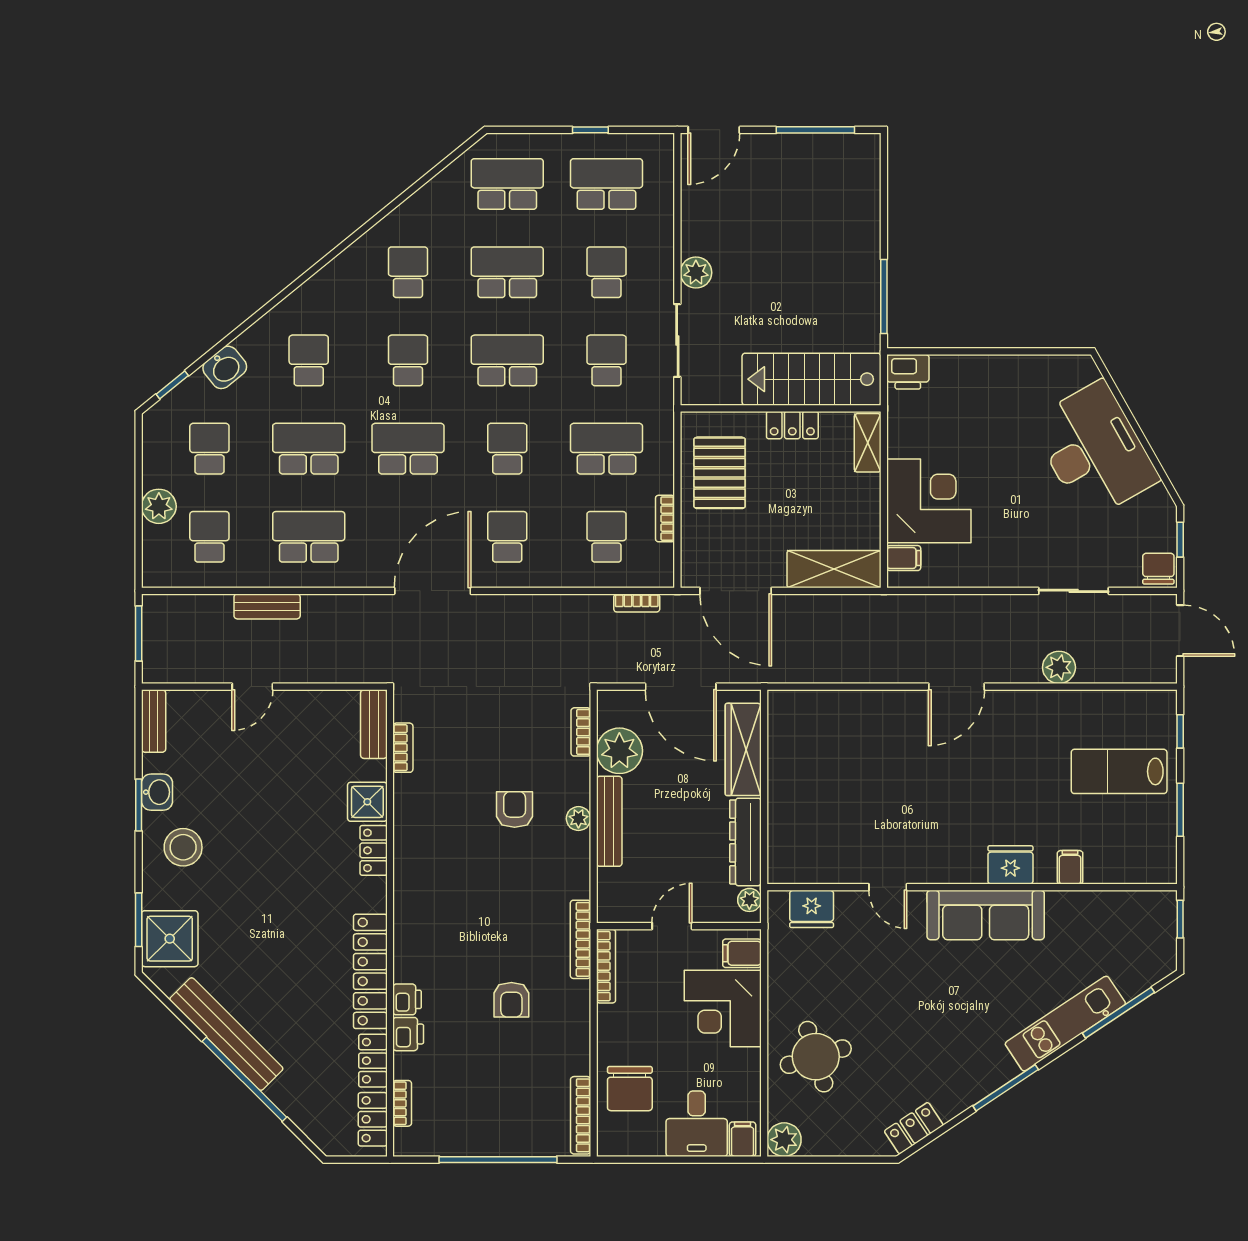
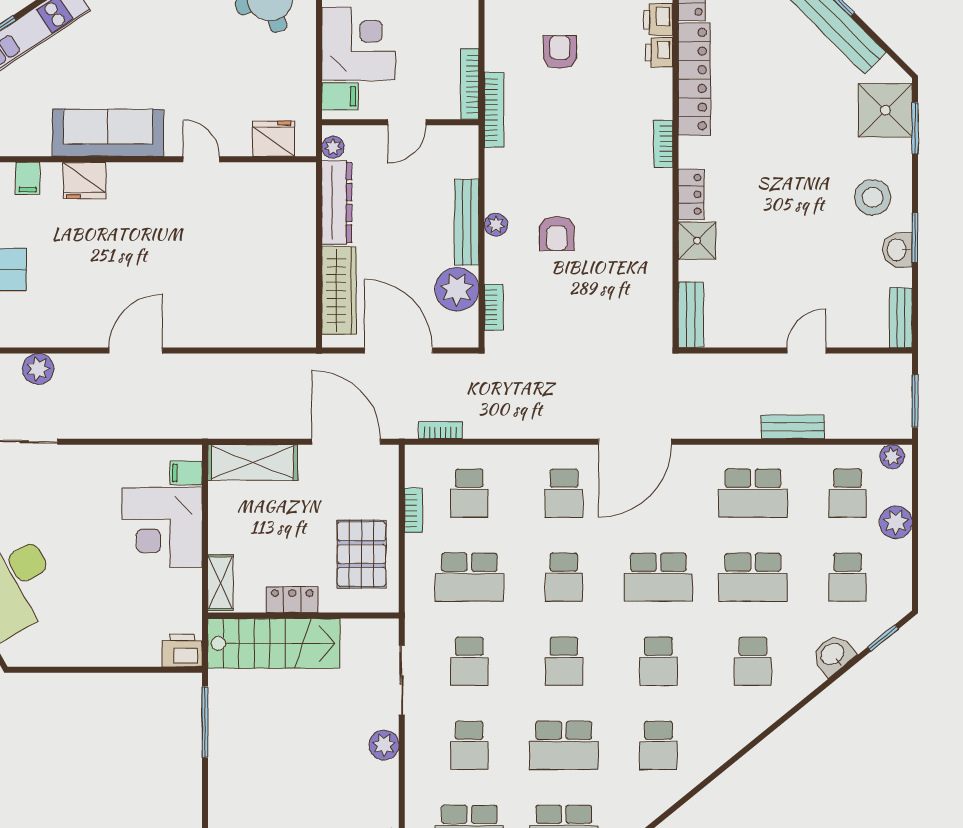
school desk: (507, 360) -> (564, 661), width x0.54
plant: (163, 575) -> (892, 457), added
bookcase: (403, 748) -> (663, 144), moved

